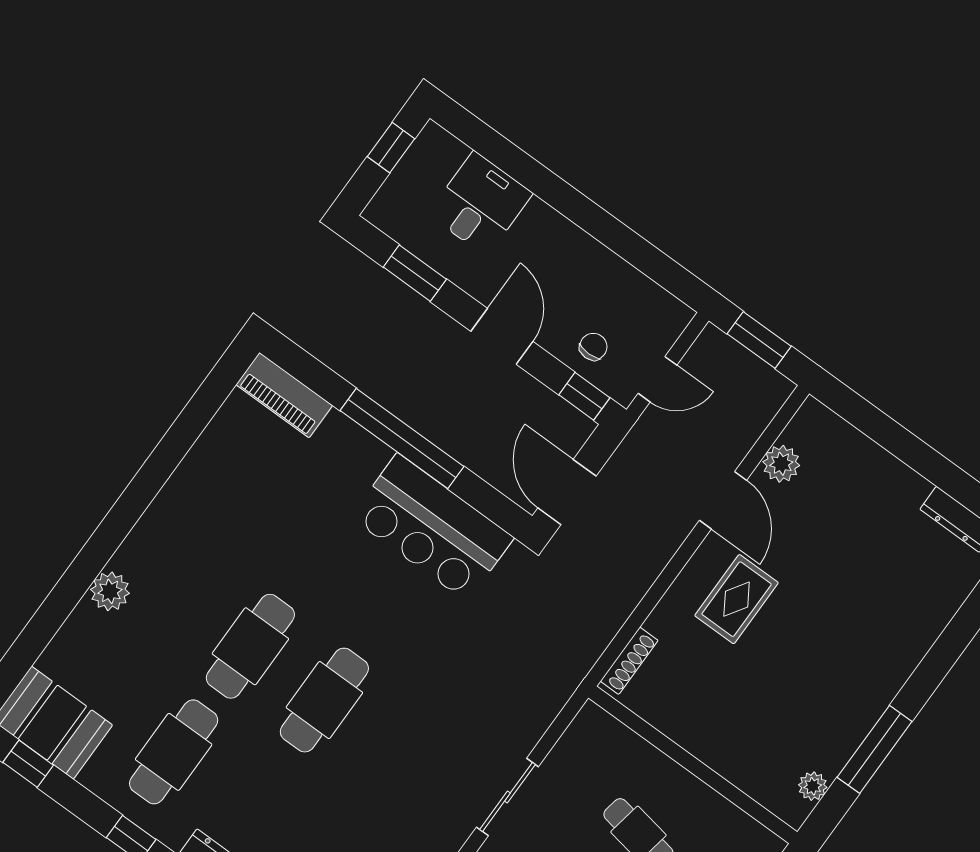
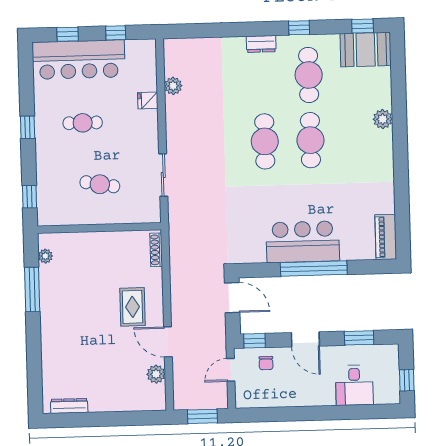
piano: (284, 395) -> (386, 237), moved, turned -90
bar counter: (432, 527) -> (303, 242), moved
sliding door: (507, 797) -> (163, 175), moved

